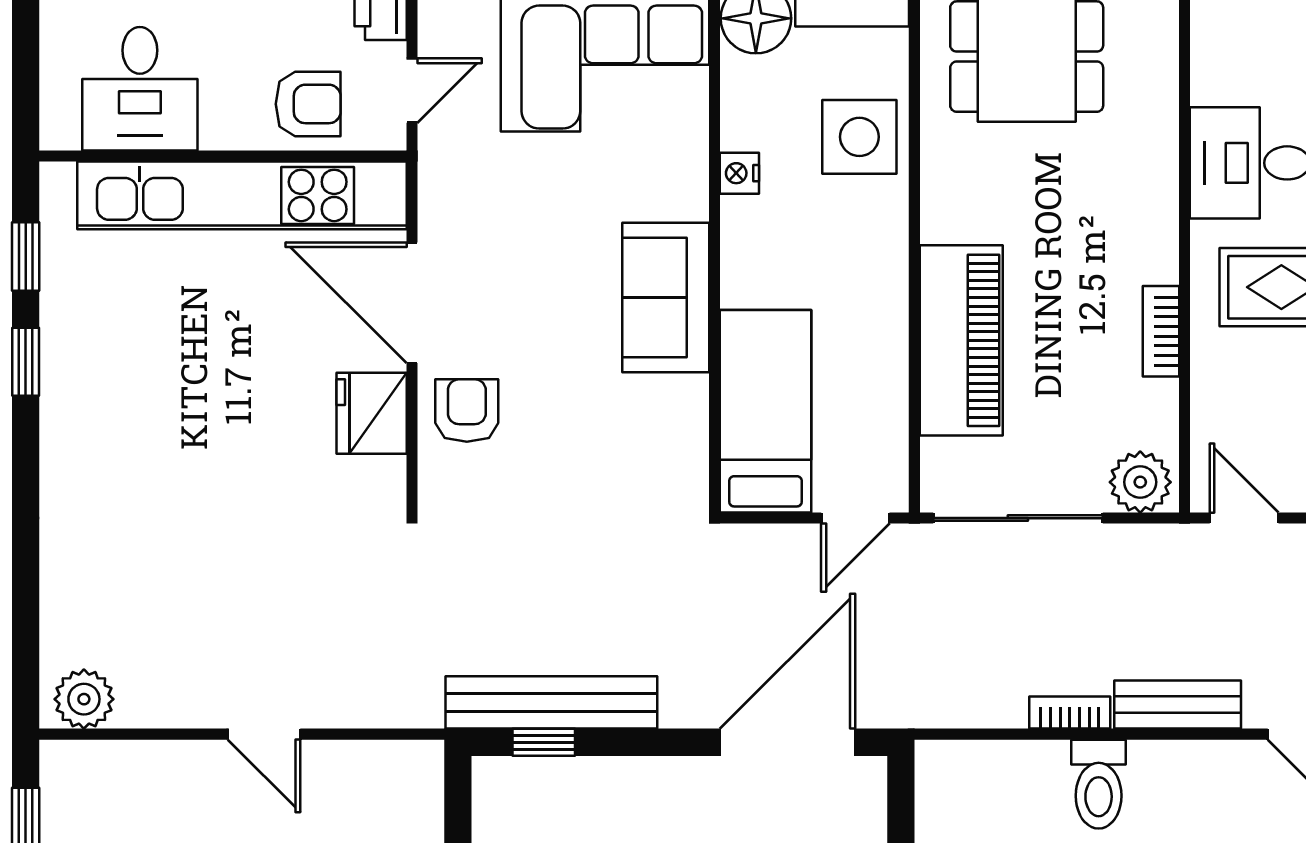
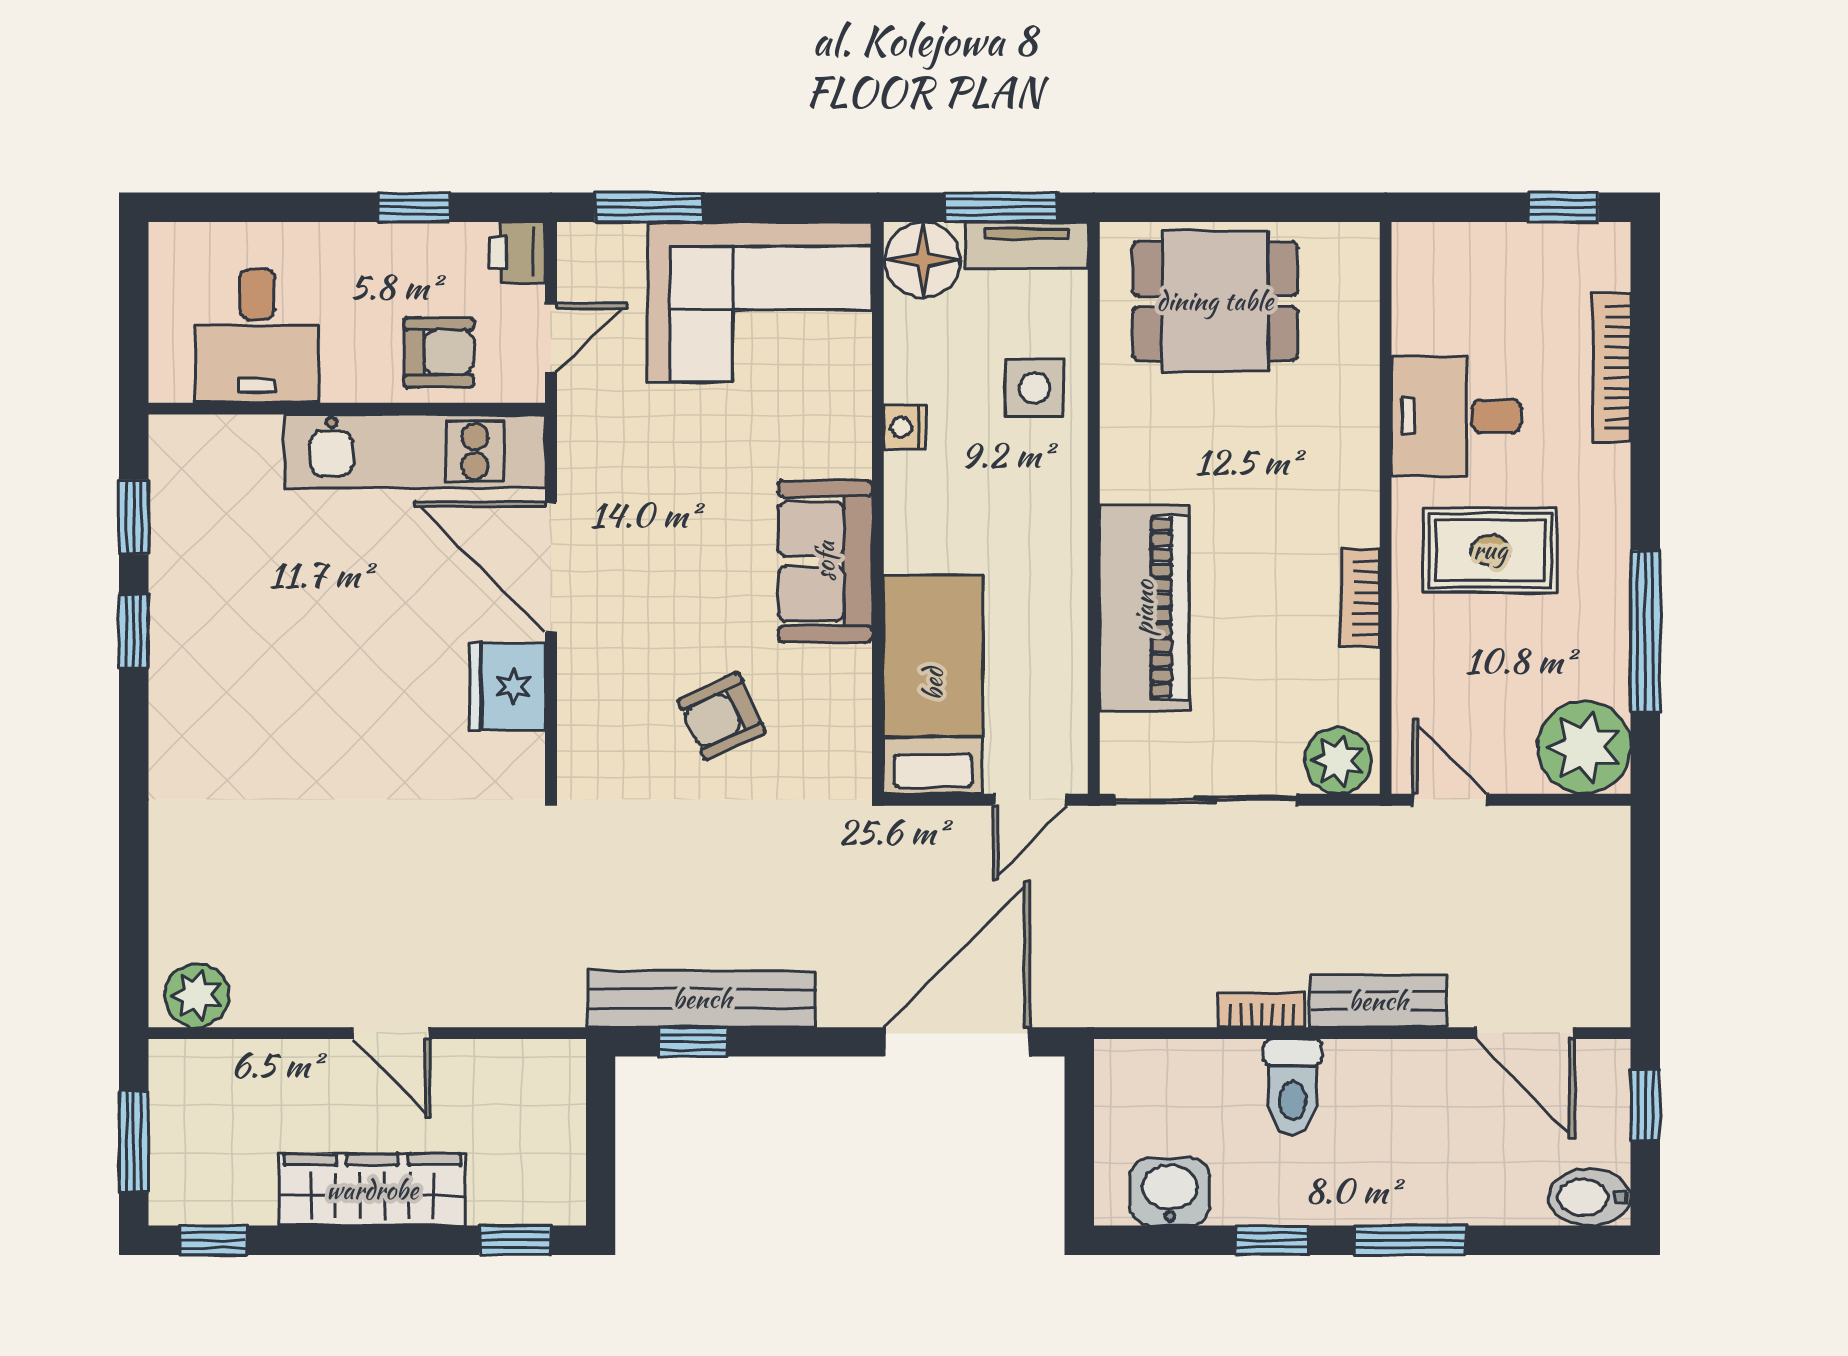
side table: (859, 137) -> (1034, 388), width x0.73, depth x0.73
kitchen unit: (242, 195) -> (415, 451), width x0.73
armchair: (467, 411) -> (722, 716), moved, turned -115

